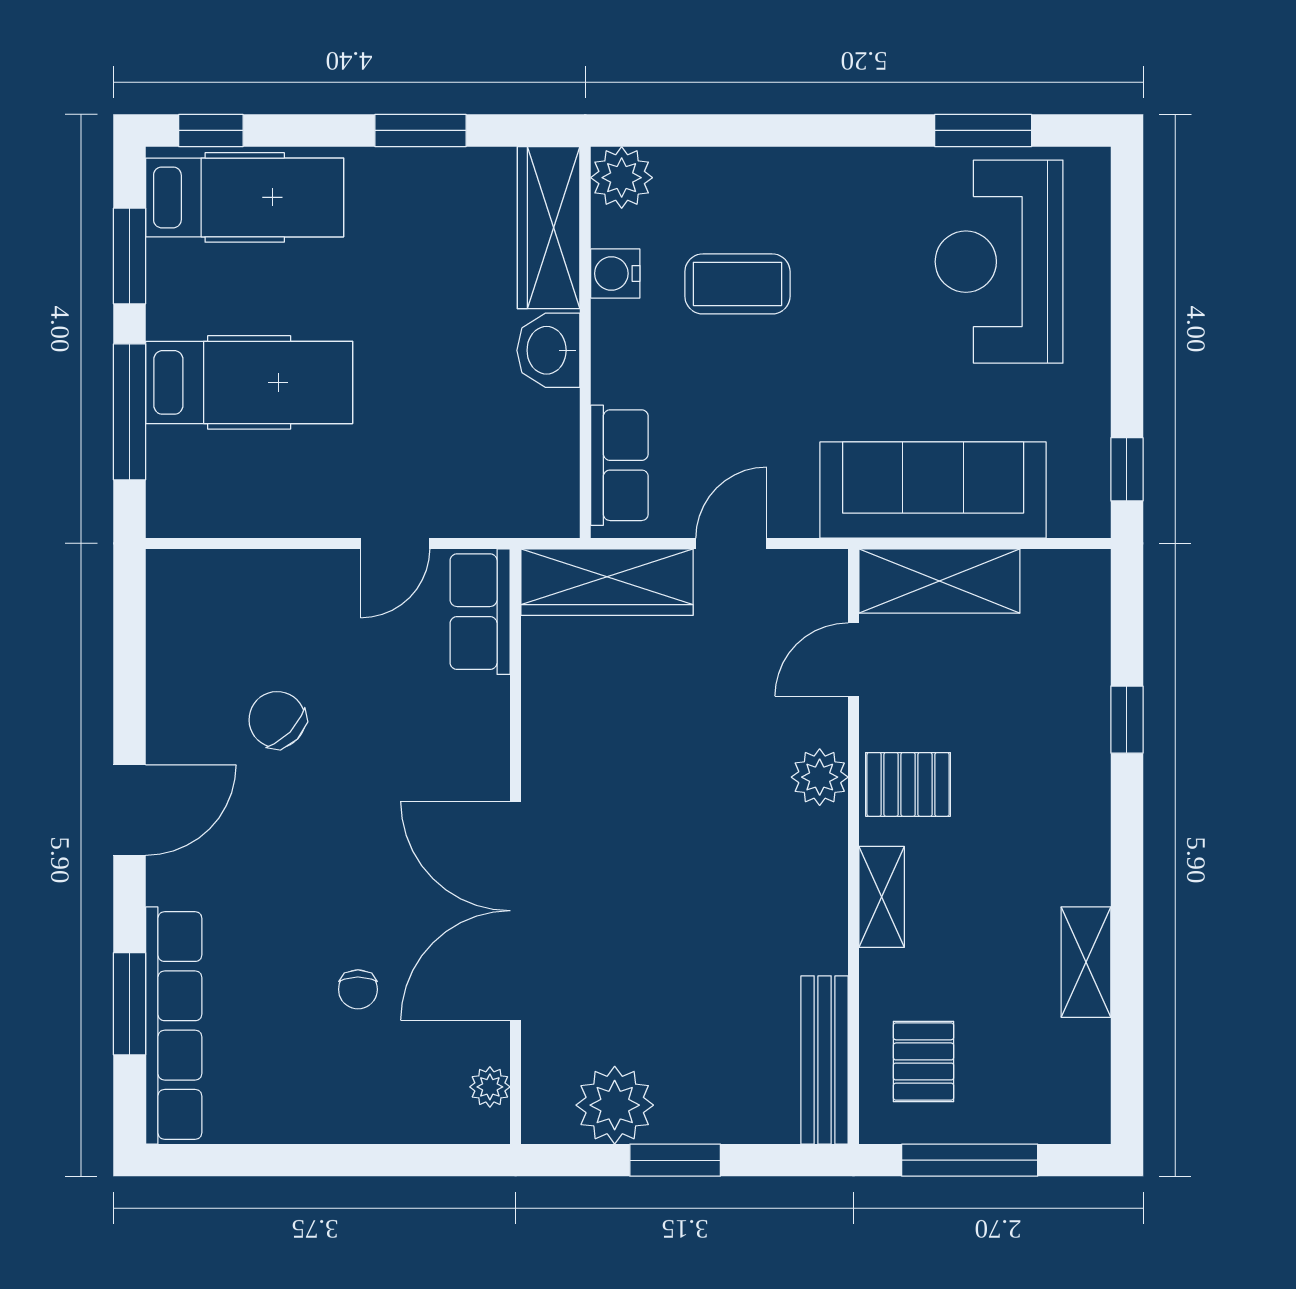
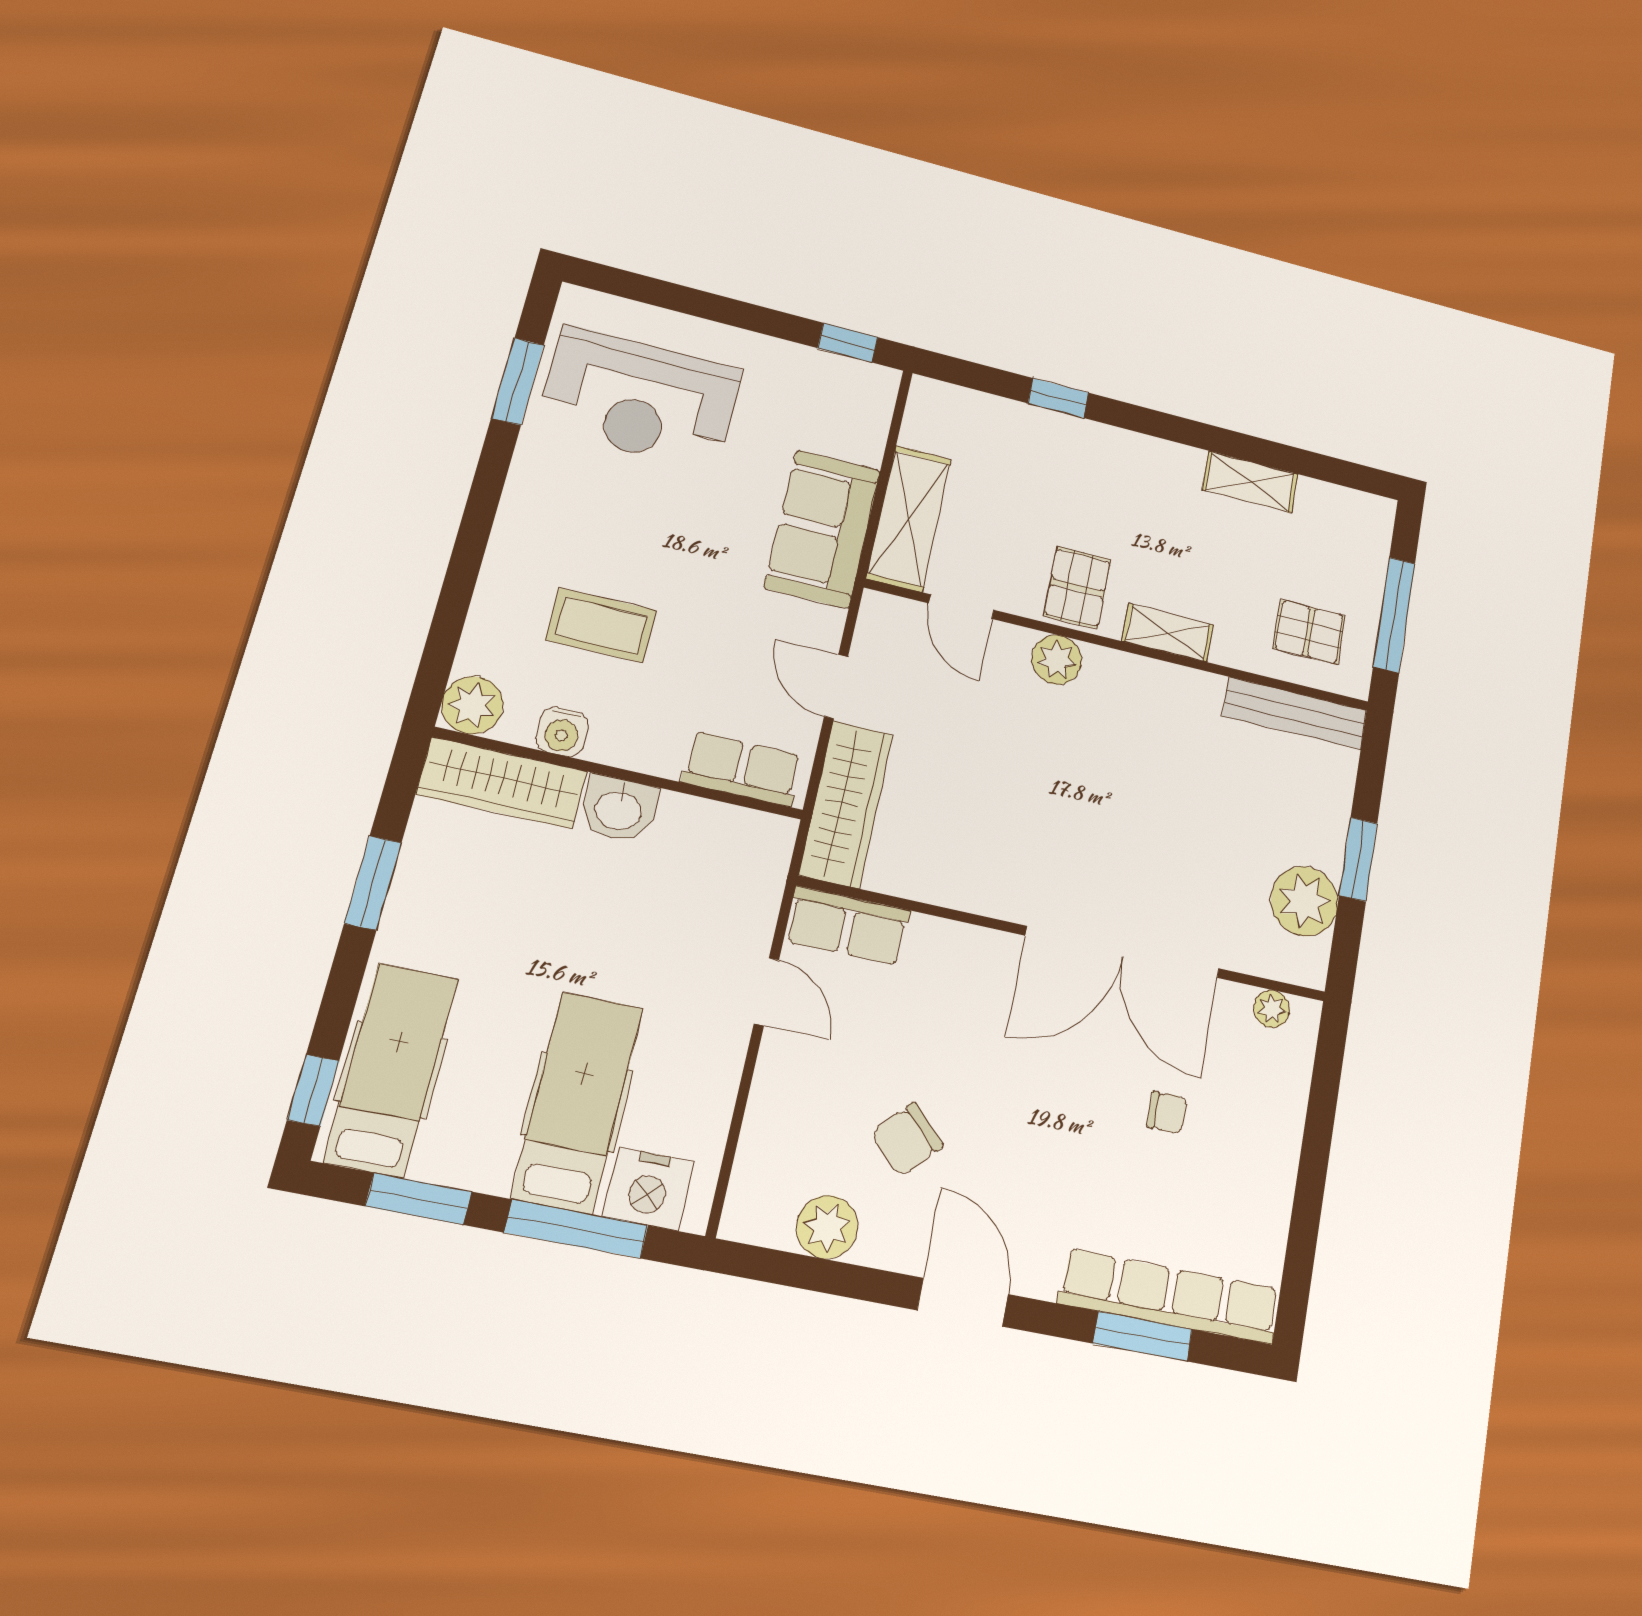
coffee table: (737, 284) -> (601, 625), turned 90
nightstand: (180, 472) -> (648, 1189), added
sofa: (933, 490) -> (823, 529), width x0.73
plant: (177, 657) -> (827, 1227), added

